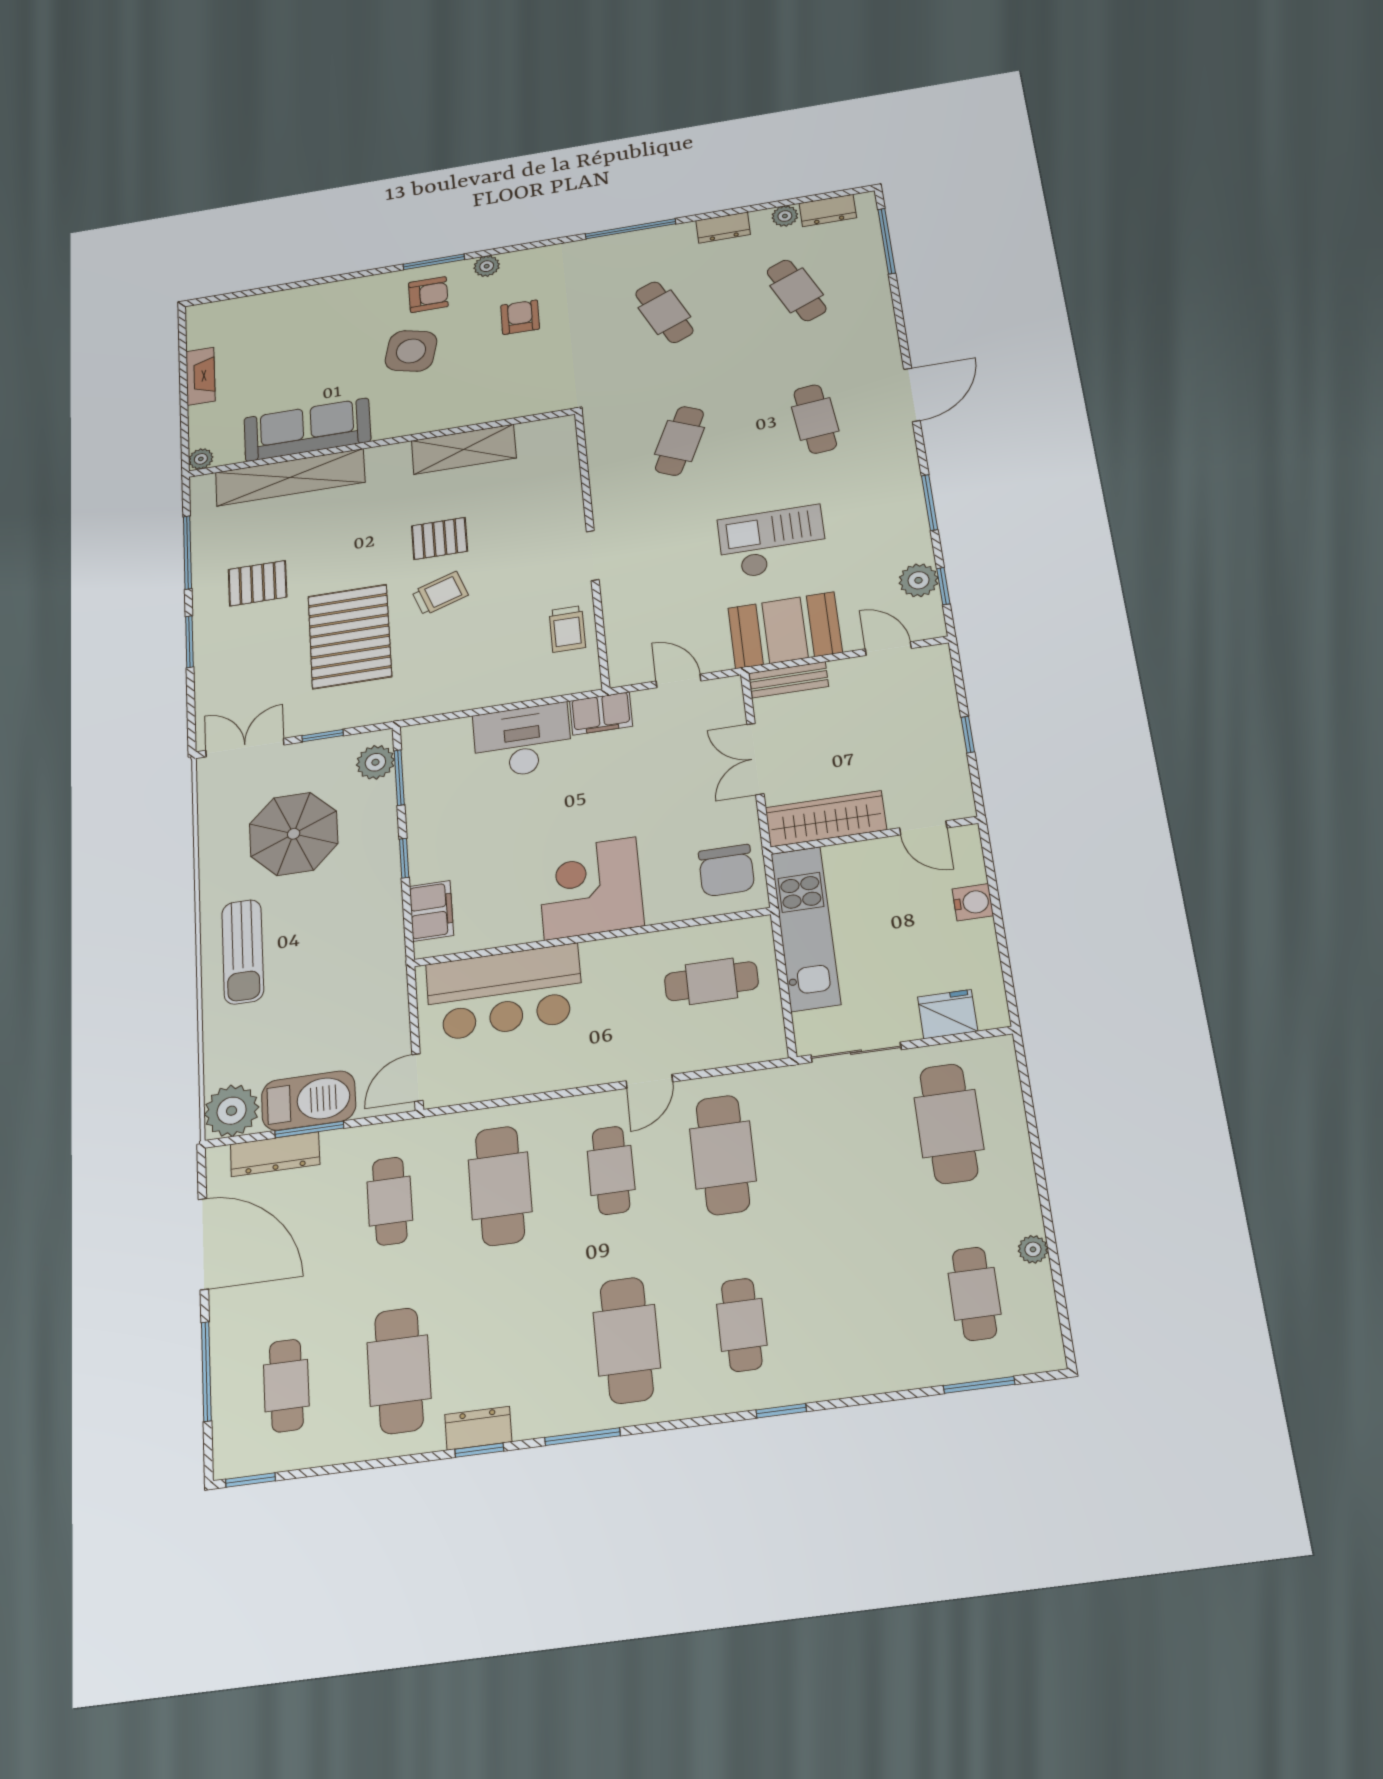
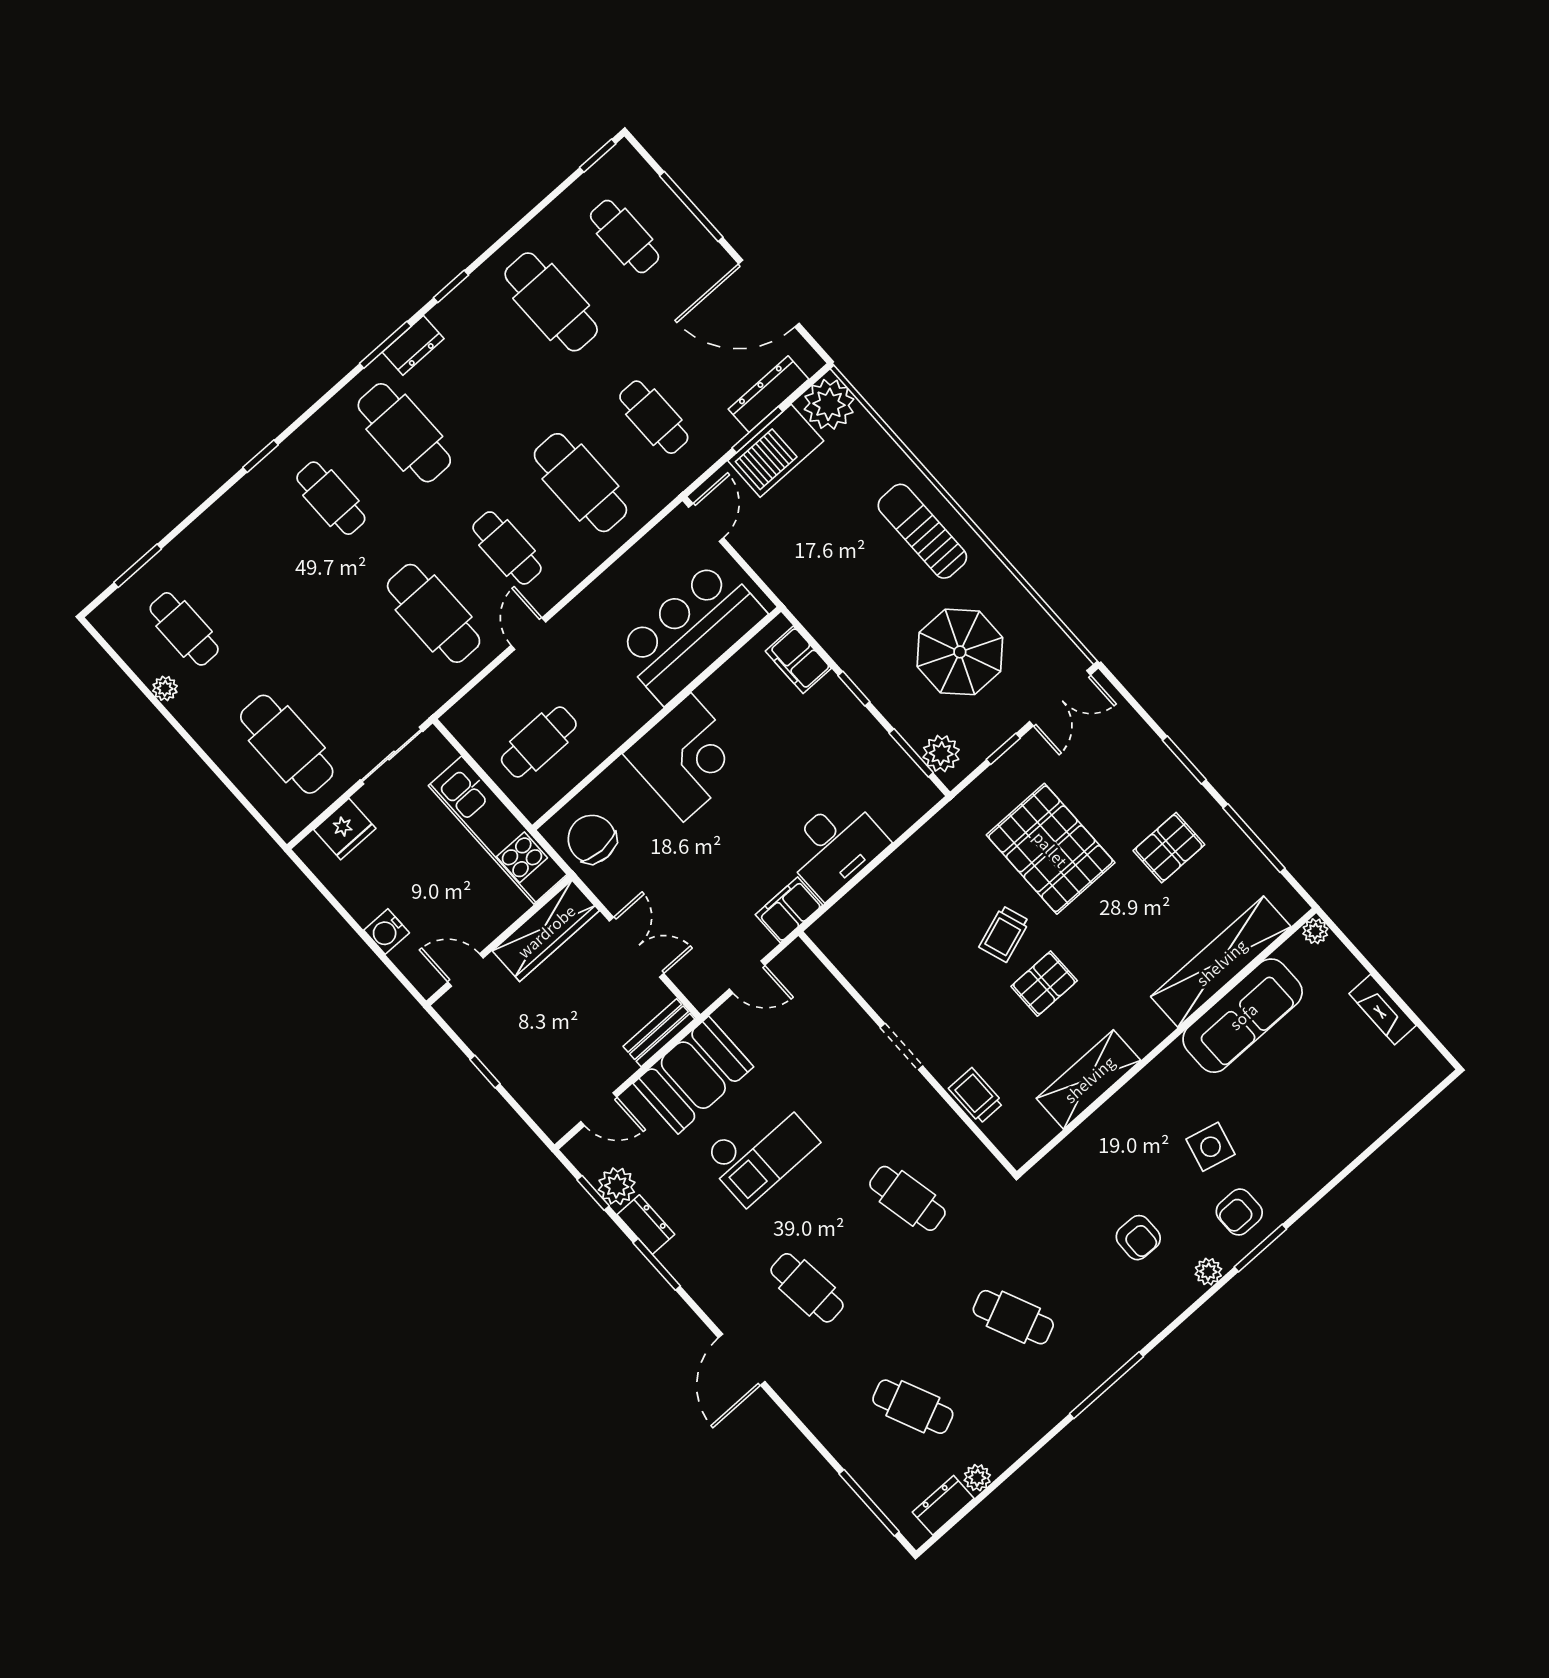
dresser: (723, 228) -> (646, 1225), moved, turned 90
side table: (411, 351) -> (1211, 1147), width x0.73, depth x0.73
cafe table: (680, 441) -> (907, 1198), turned -36
trolley: (567, 629) -> (976, 1096), moved
dresser: (478, 1428) -> (413, 345), moved

